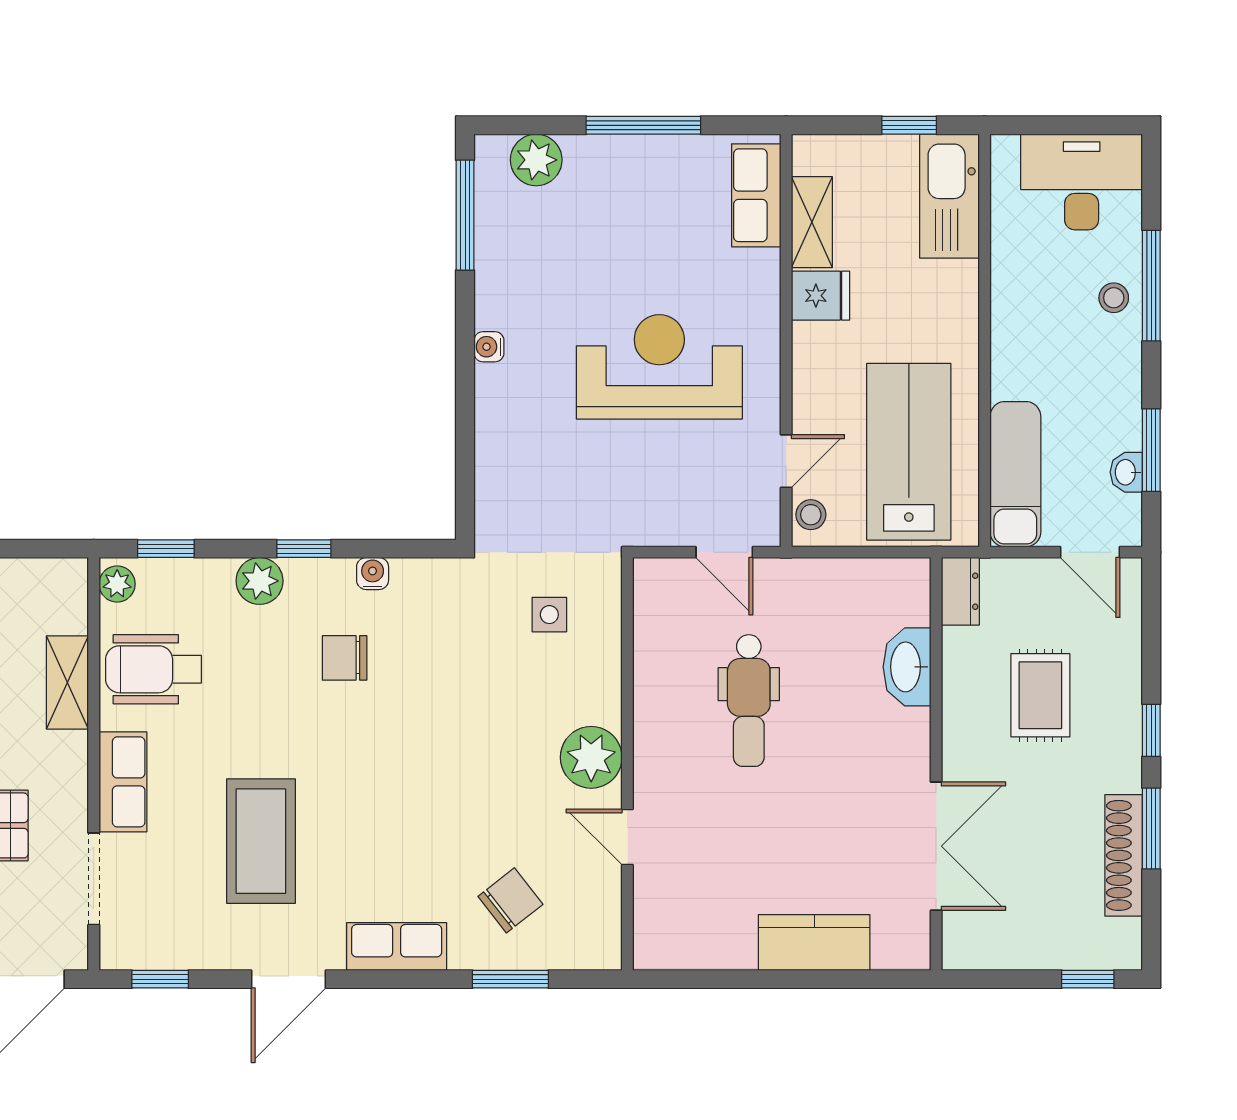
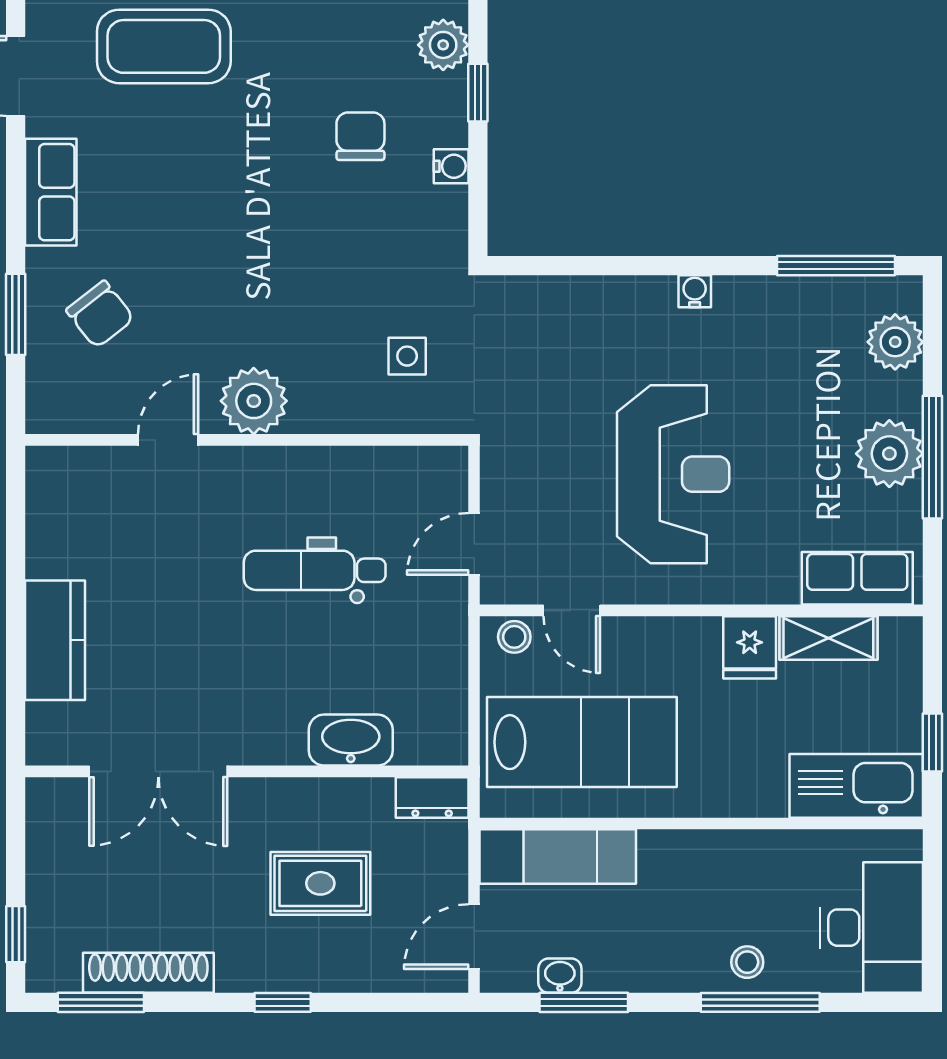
plant: (640, 165) -> (889, 454), added
window: (1151, 828) -> (101, 1002), moved

